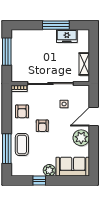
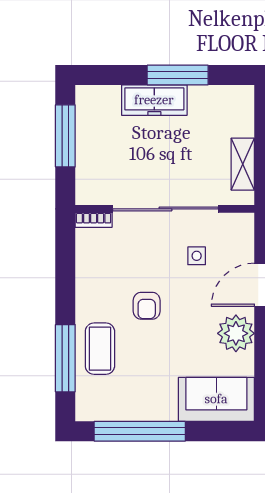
freezer: (67, 36) -> (154, 100), moved, width x1.40
armchair: (22, 111) -> (100, 273), removed
plant: (49, 170) -> (163, 408), removed
window: (39, 181) -> (140, 431), width x3.17

